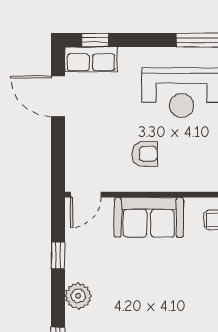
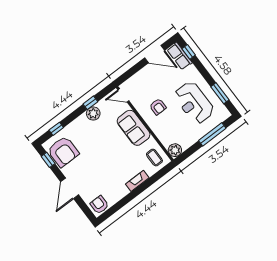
door: (58, 96) -> (155, 54), swing flipped
plant: (78, 296) -> (93, 114), moved

